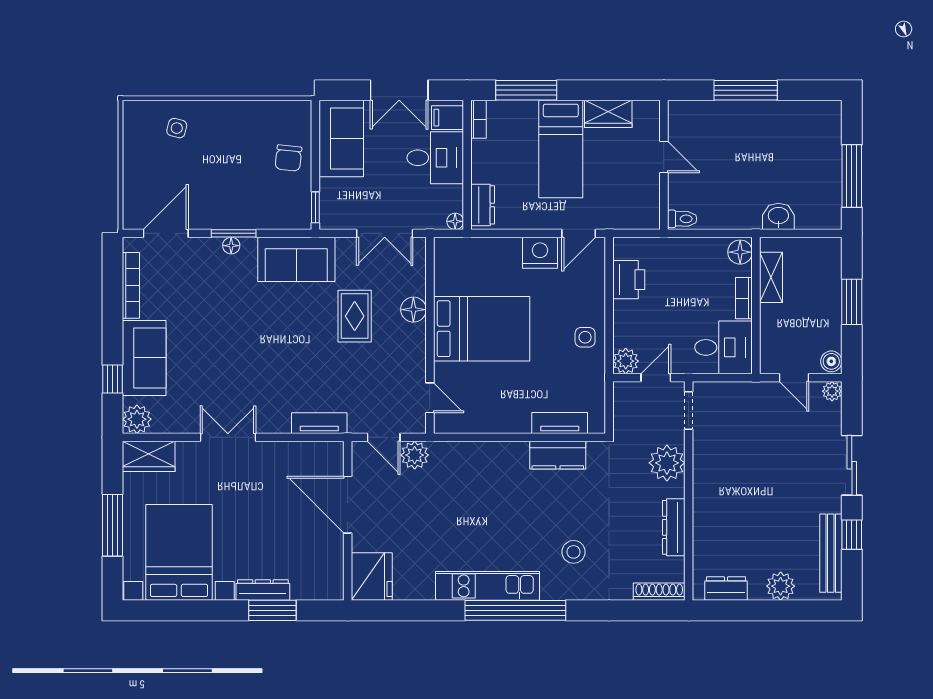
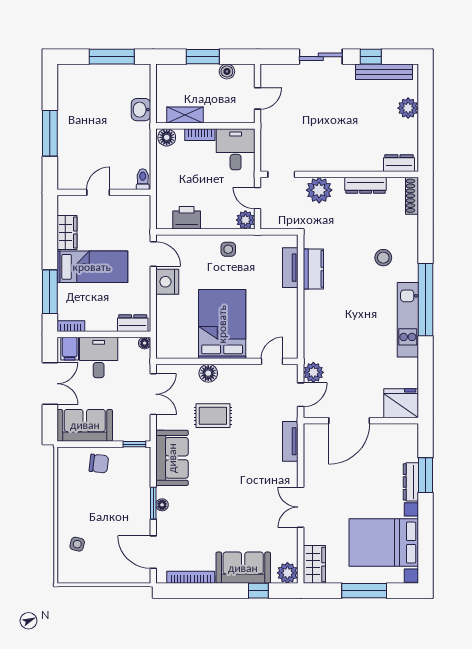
boiler: (831, 361) -> (227, 71), moved
plant: (832, 391) -> (267, 71), removed
dresser: (726, 589) -> (399, 163), moved, turned 90

